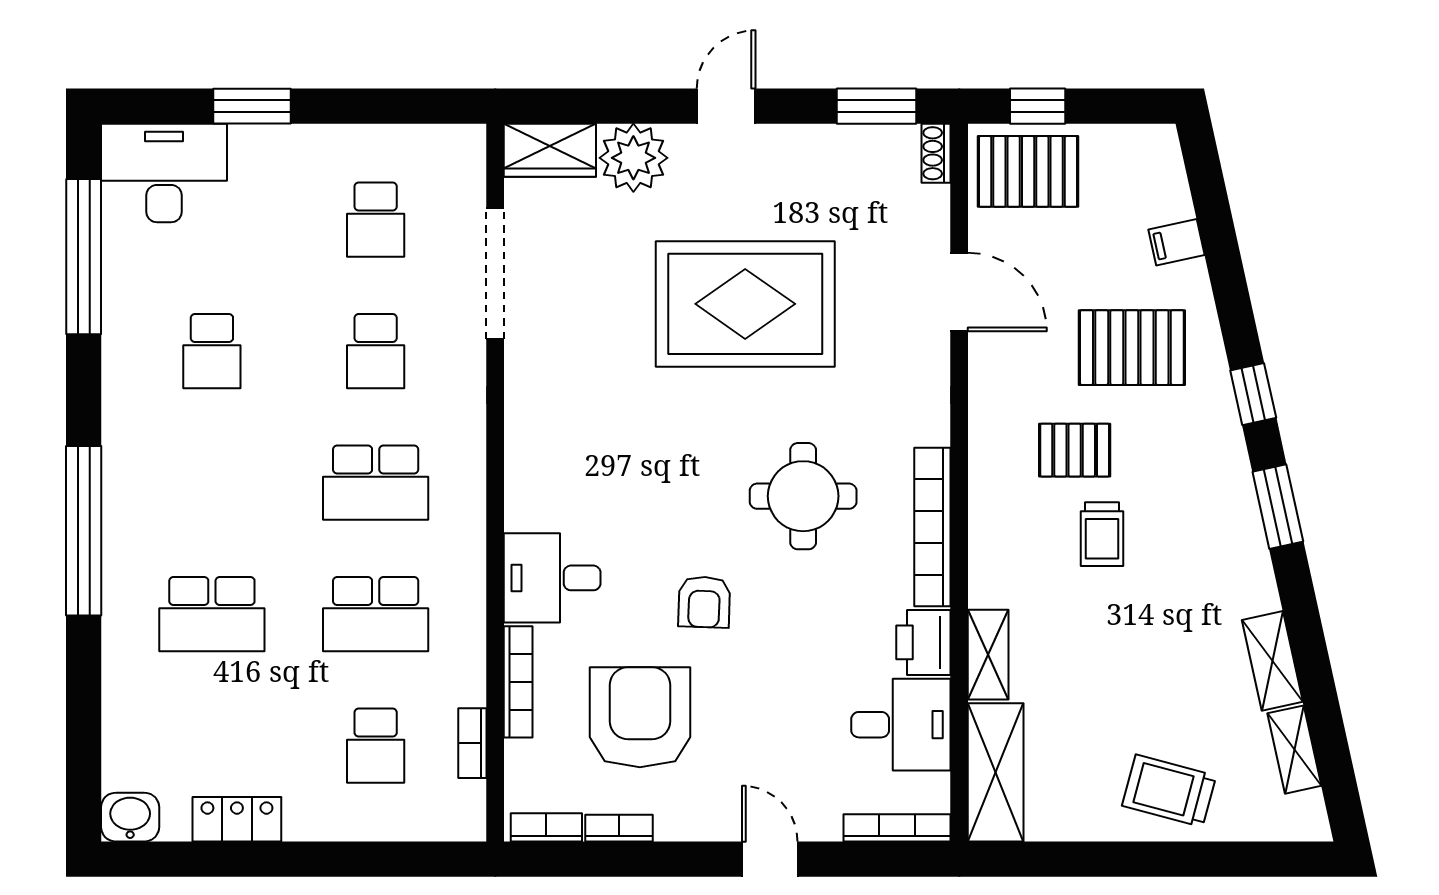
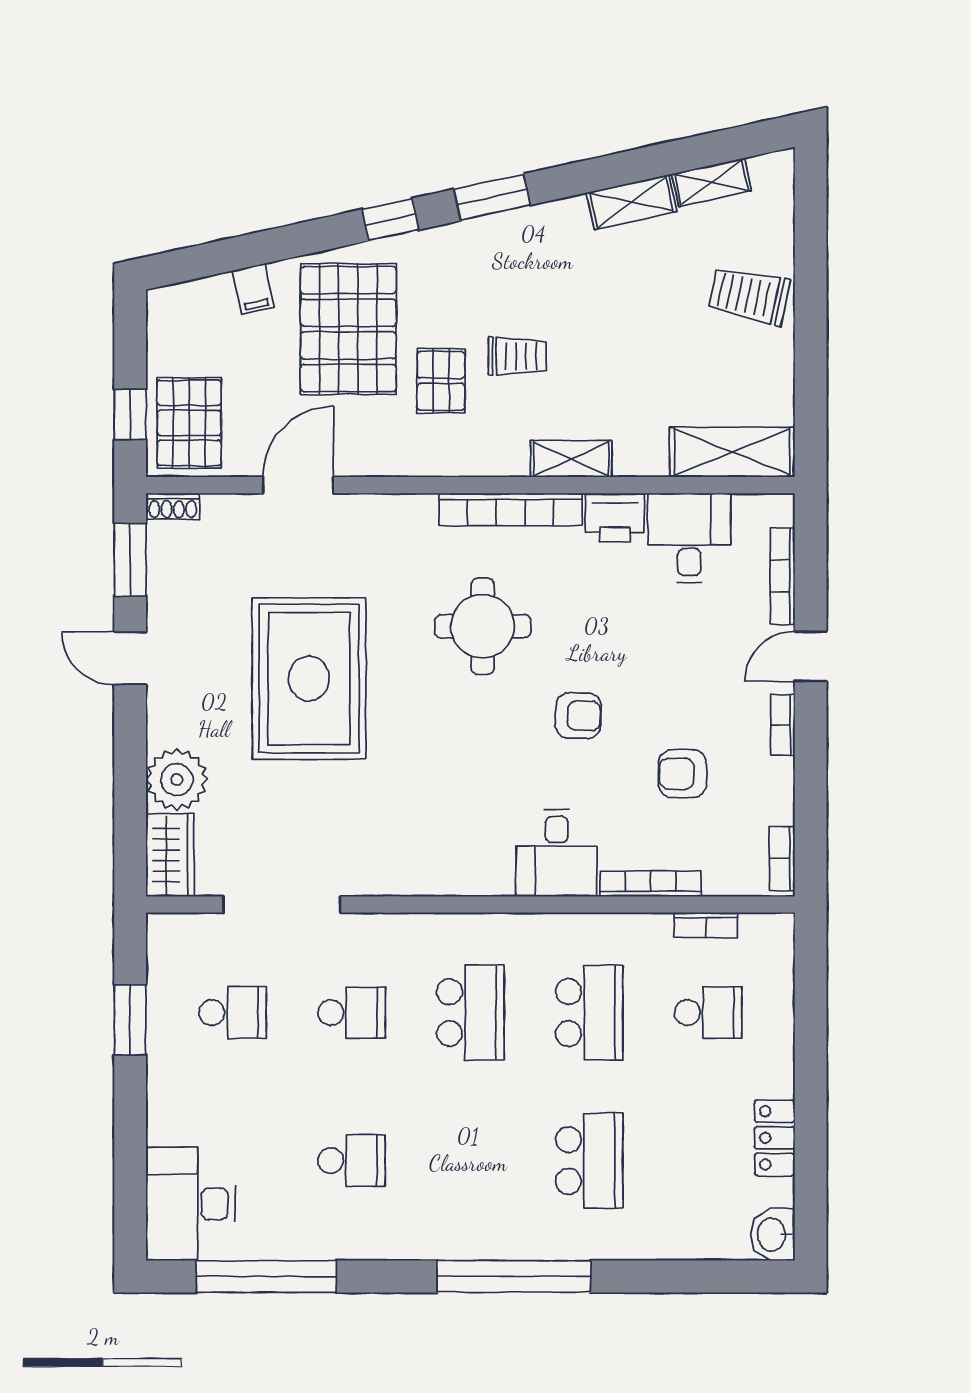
window: (252, 106) -> (130, 1020), moved
door: (726, 106) -> (130, 658), moved
pallet: (1132, 348) -> (348, 329), width x1.37, depth x1.41
shelving: (988, 655) -> (571, 459), moved
armchair: (640, 717) -> (682, 774), width x0.53, depth x0.53
trolley: (1169, 791) -> (749, 295), turned 87
bookcase: (619, 828) -> (783, 725), moved
bookcase: (897, 828) -> (782, 576), moved

